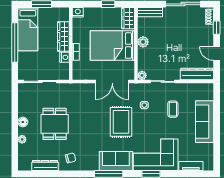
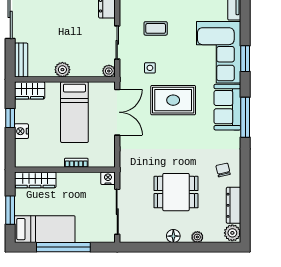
nightstand: (78, 12) -> (21, 131), moved
wardrobe: (63, 36) -> (35, 180), moved
bed: (112, 46) -> (74, 112), width x0.67
nightstand: (65, 57) -> (108, 178), moved
plant: (25, 165) -> (232, 233), added

